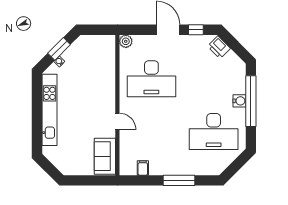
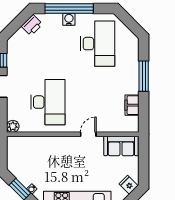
printer: (219, 47) -> (32, 25), moved
fridge: (64, 164) -> (129, 185), added
filing cabinet: (143, 168) -> (132, 105), width x2.00

